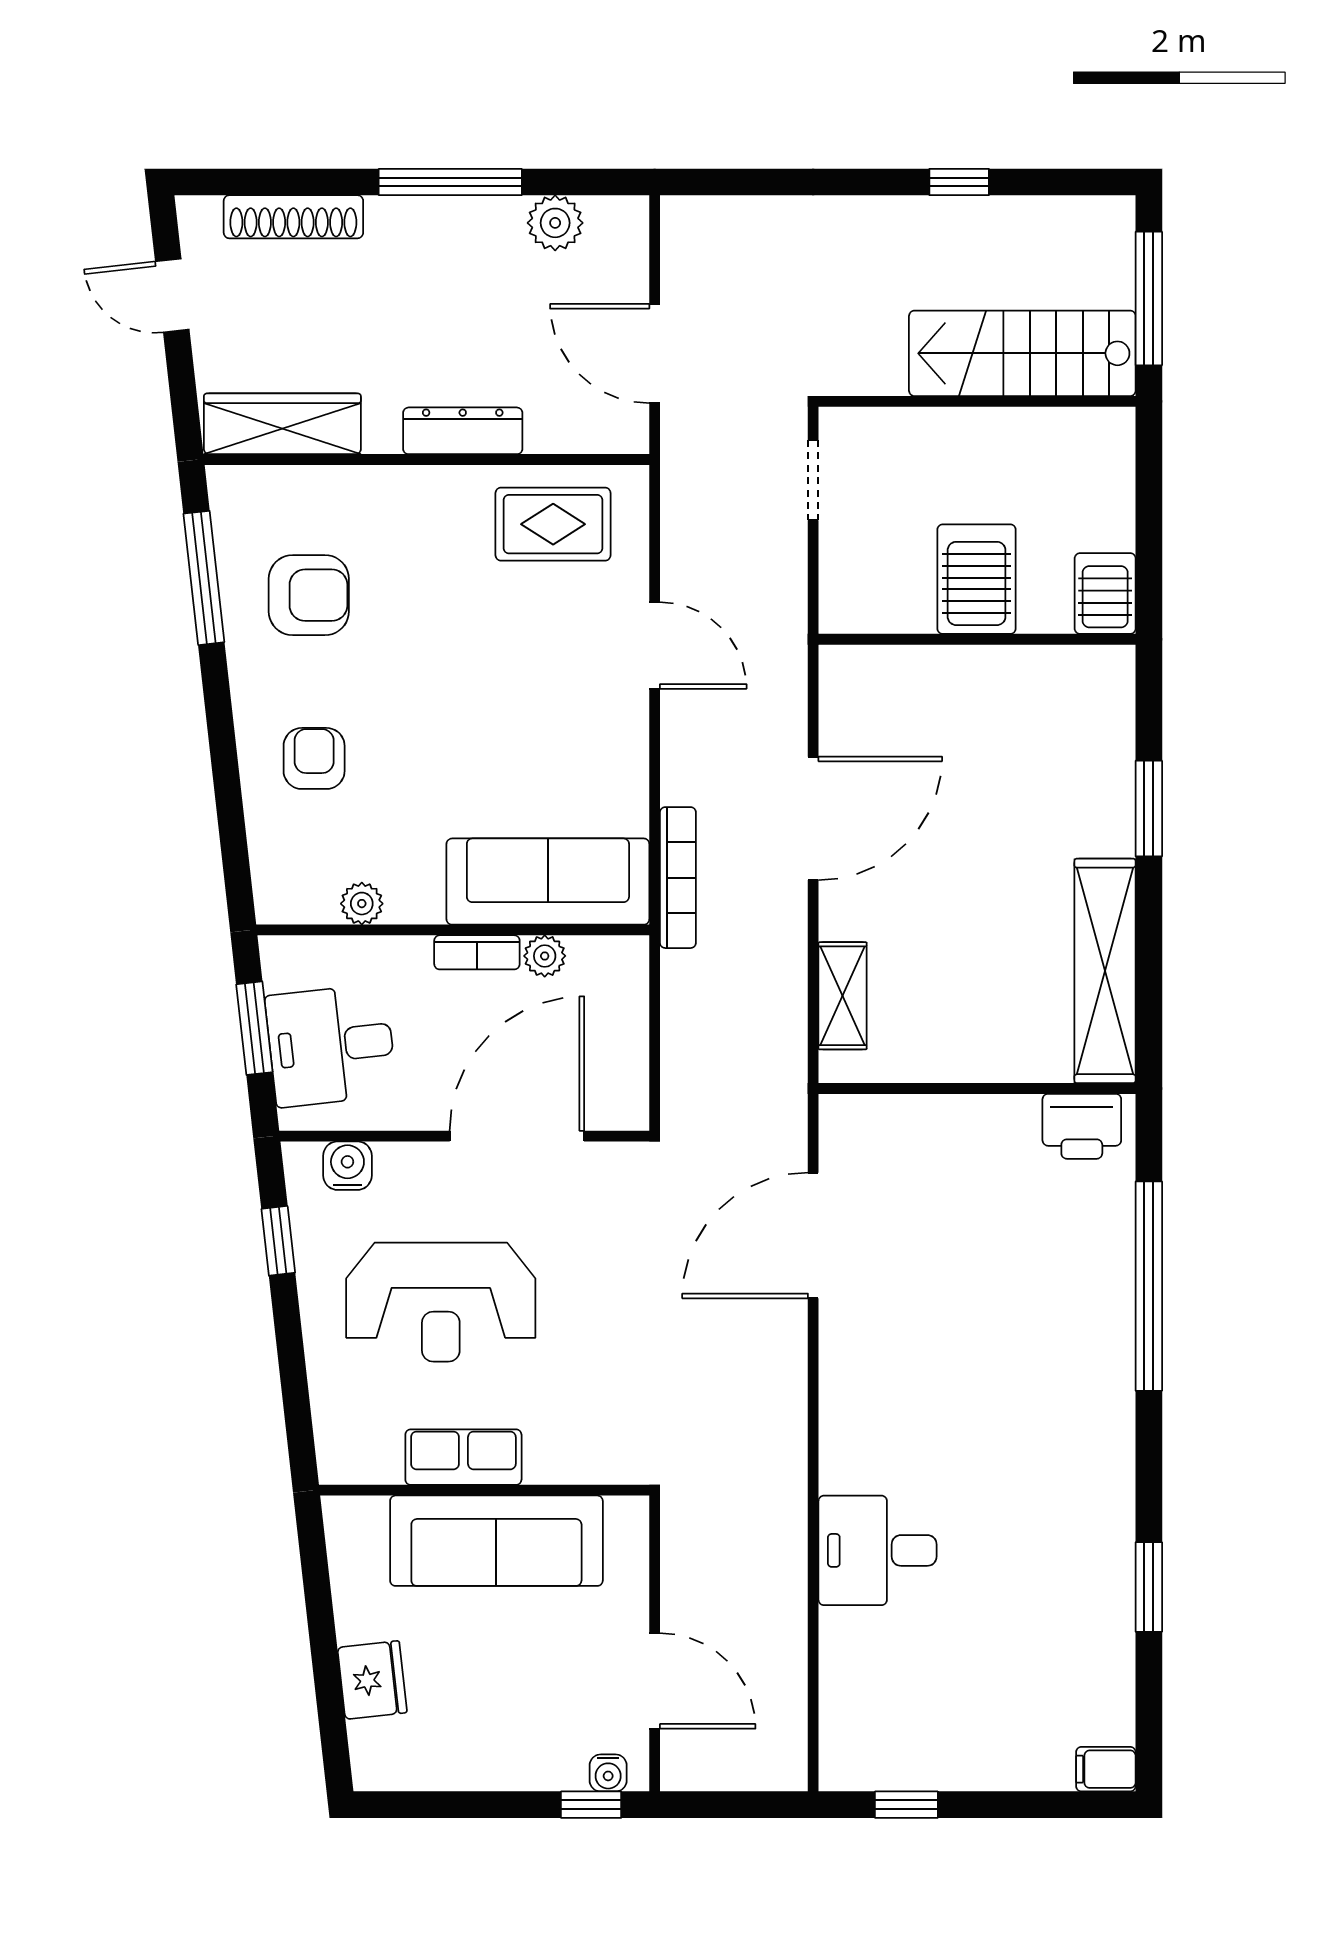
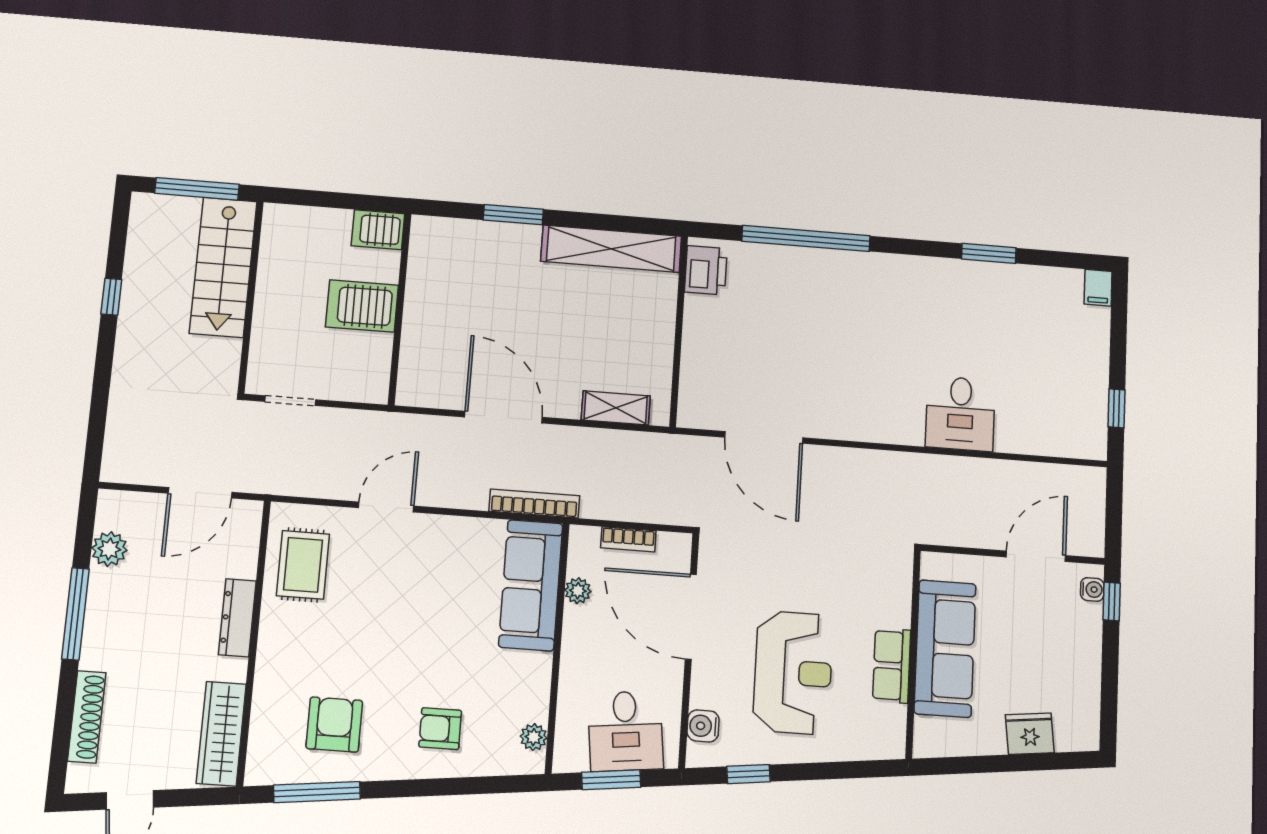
plant: (362, 904) -> (534, 737), moved
bookcase: (477, 952) -> (628, 539), moved, turned 90

